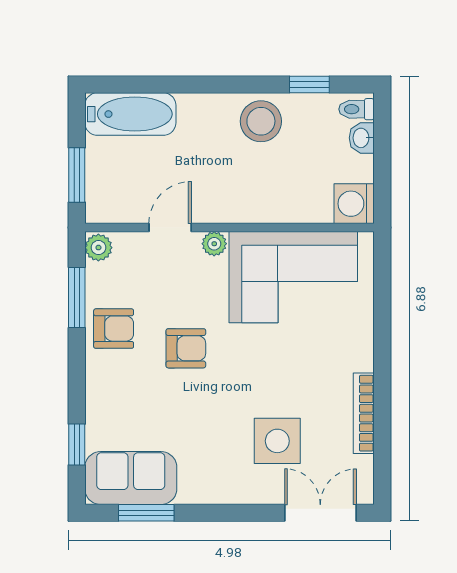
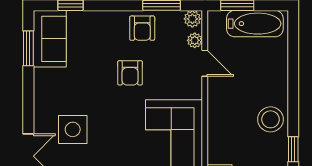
bathtub: (130, 114) -> (255, 24), moved, turned -90
plant: (214, 244) -> (195, 40), moved

